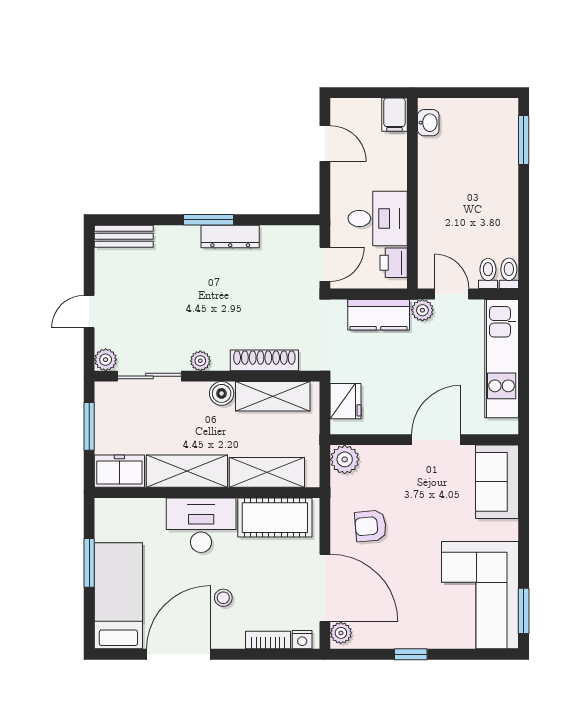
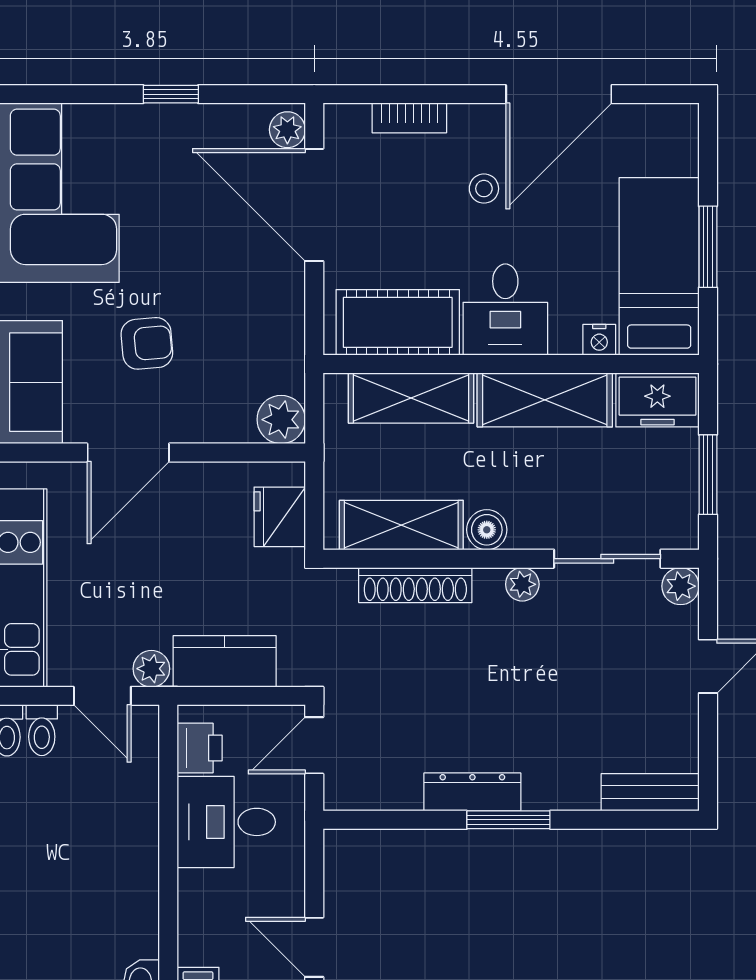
desk: (201, 525) -> (505, 310), width x0.73
armchair: (371, 526) -> (147, 343), moved
bed: (118, 596) -> (659, 266), moved, turned 180
nightstand: (302, 640) -> (599, 340), moved, turned 180

